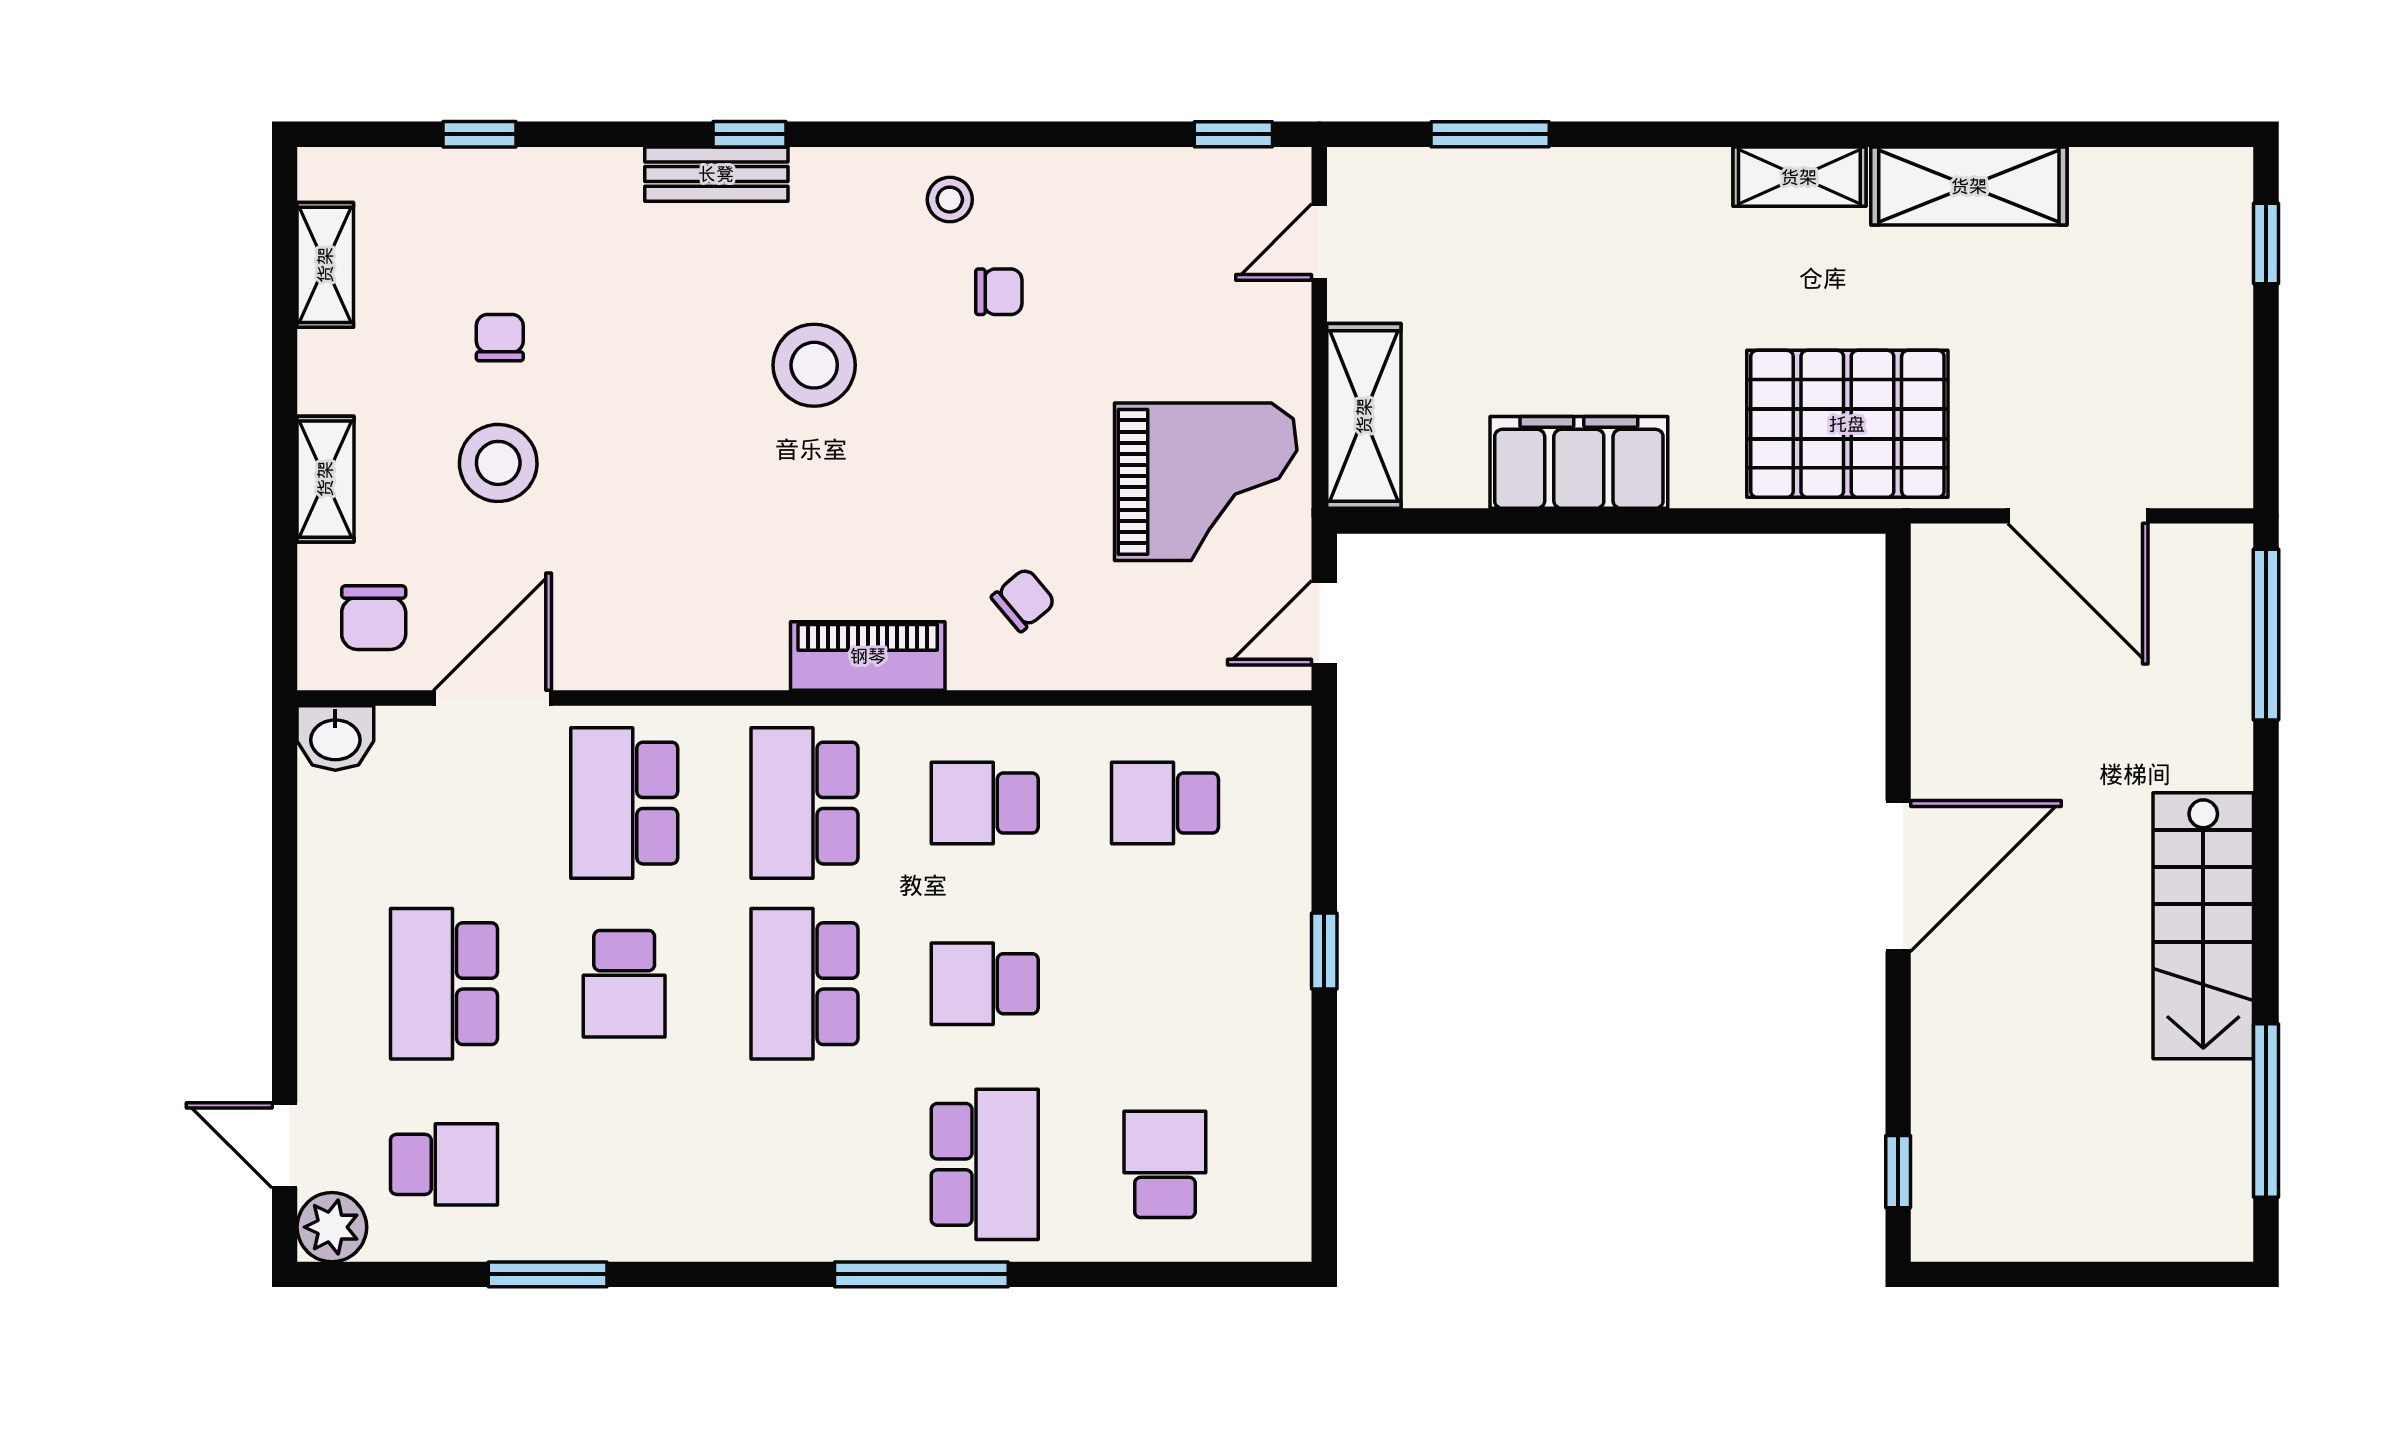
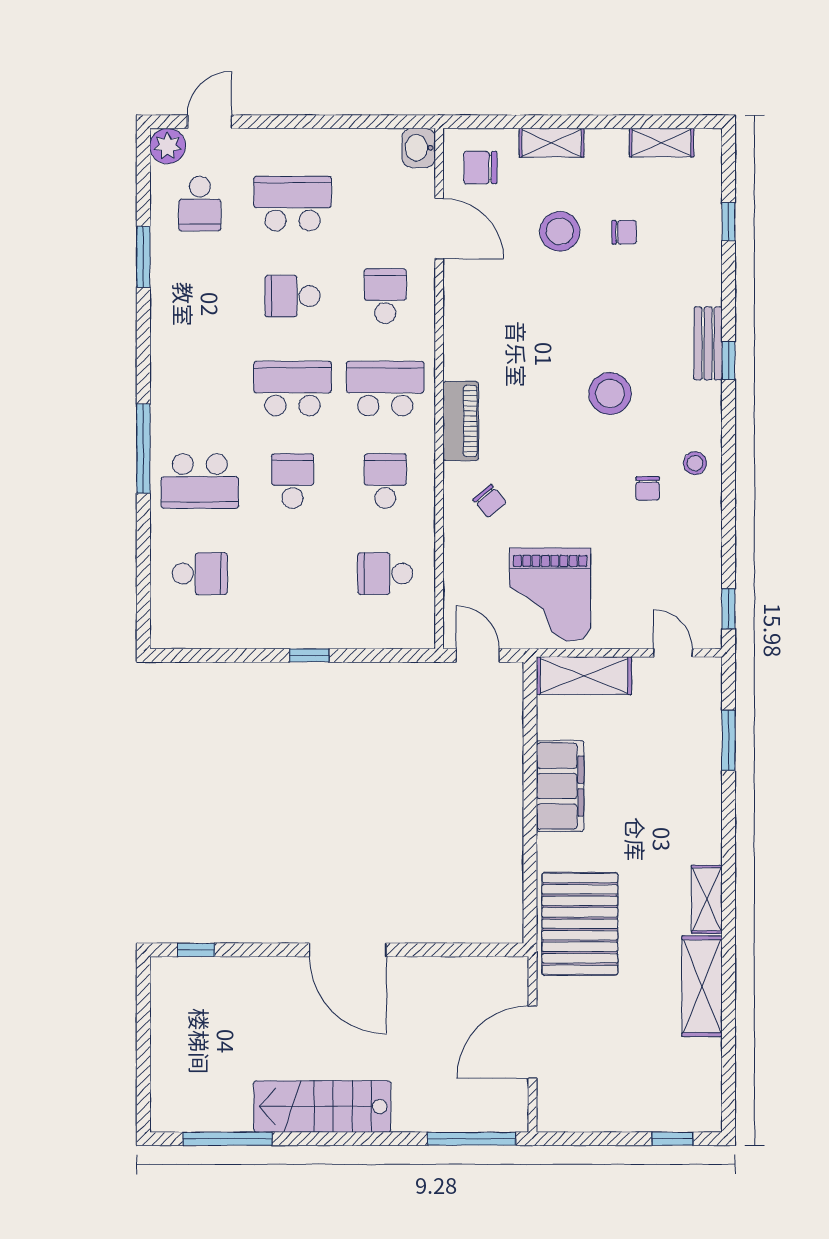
school desk: (624, 803) -> (385, 296), width x0.54
school desk: (1165, 803) -> (385, 574), turned -90

